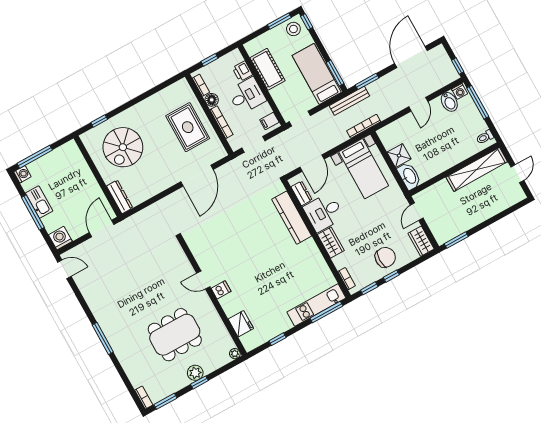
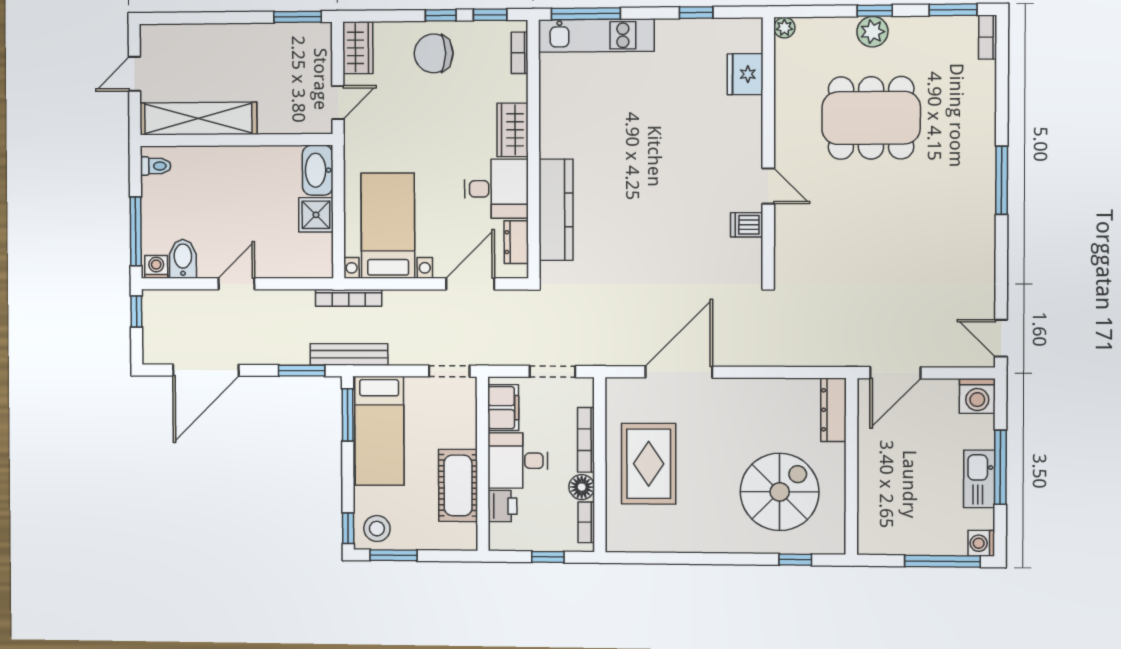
filing cabinet: (269, 121) -> (503, 408), width x2.00
dishwasher: (221, 290) -> (747, 225), moved

